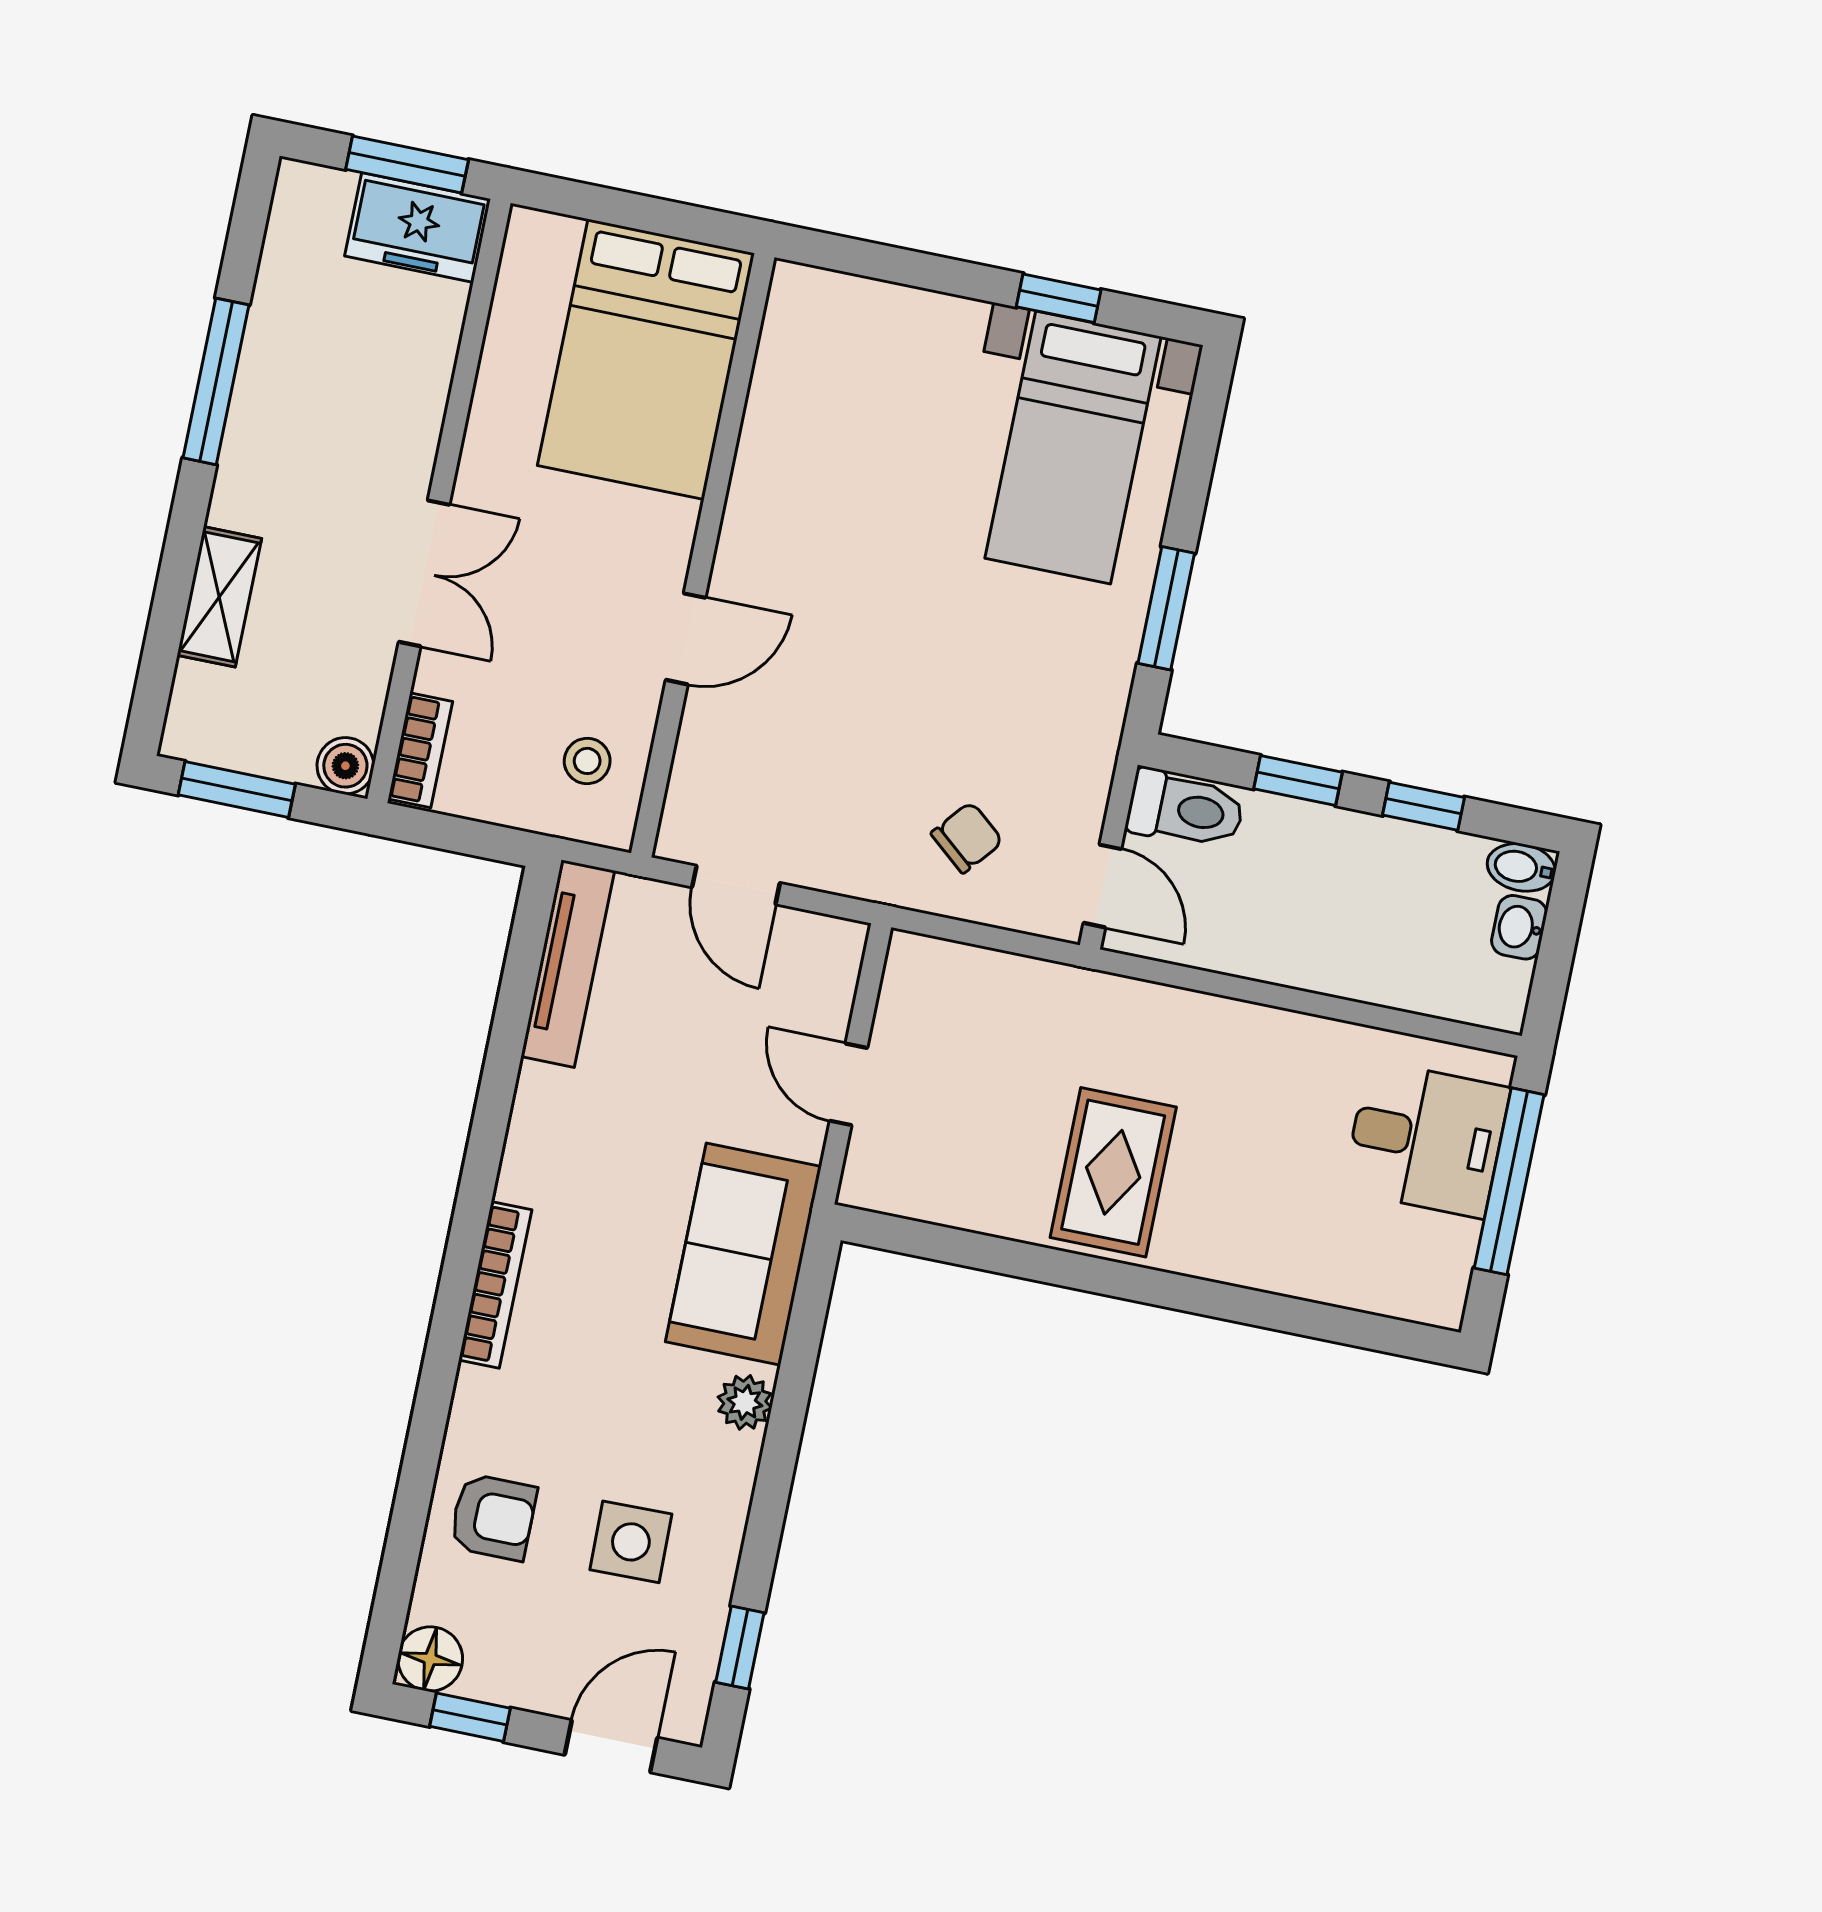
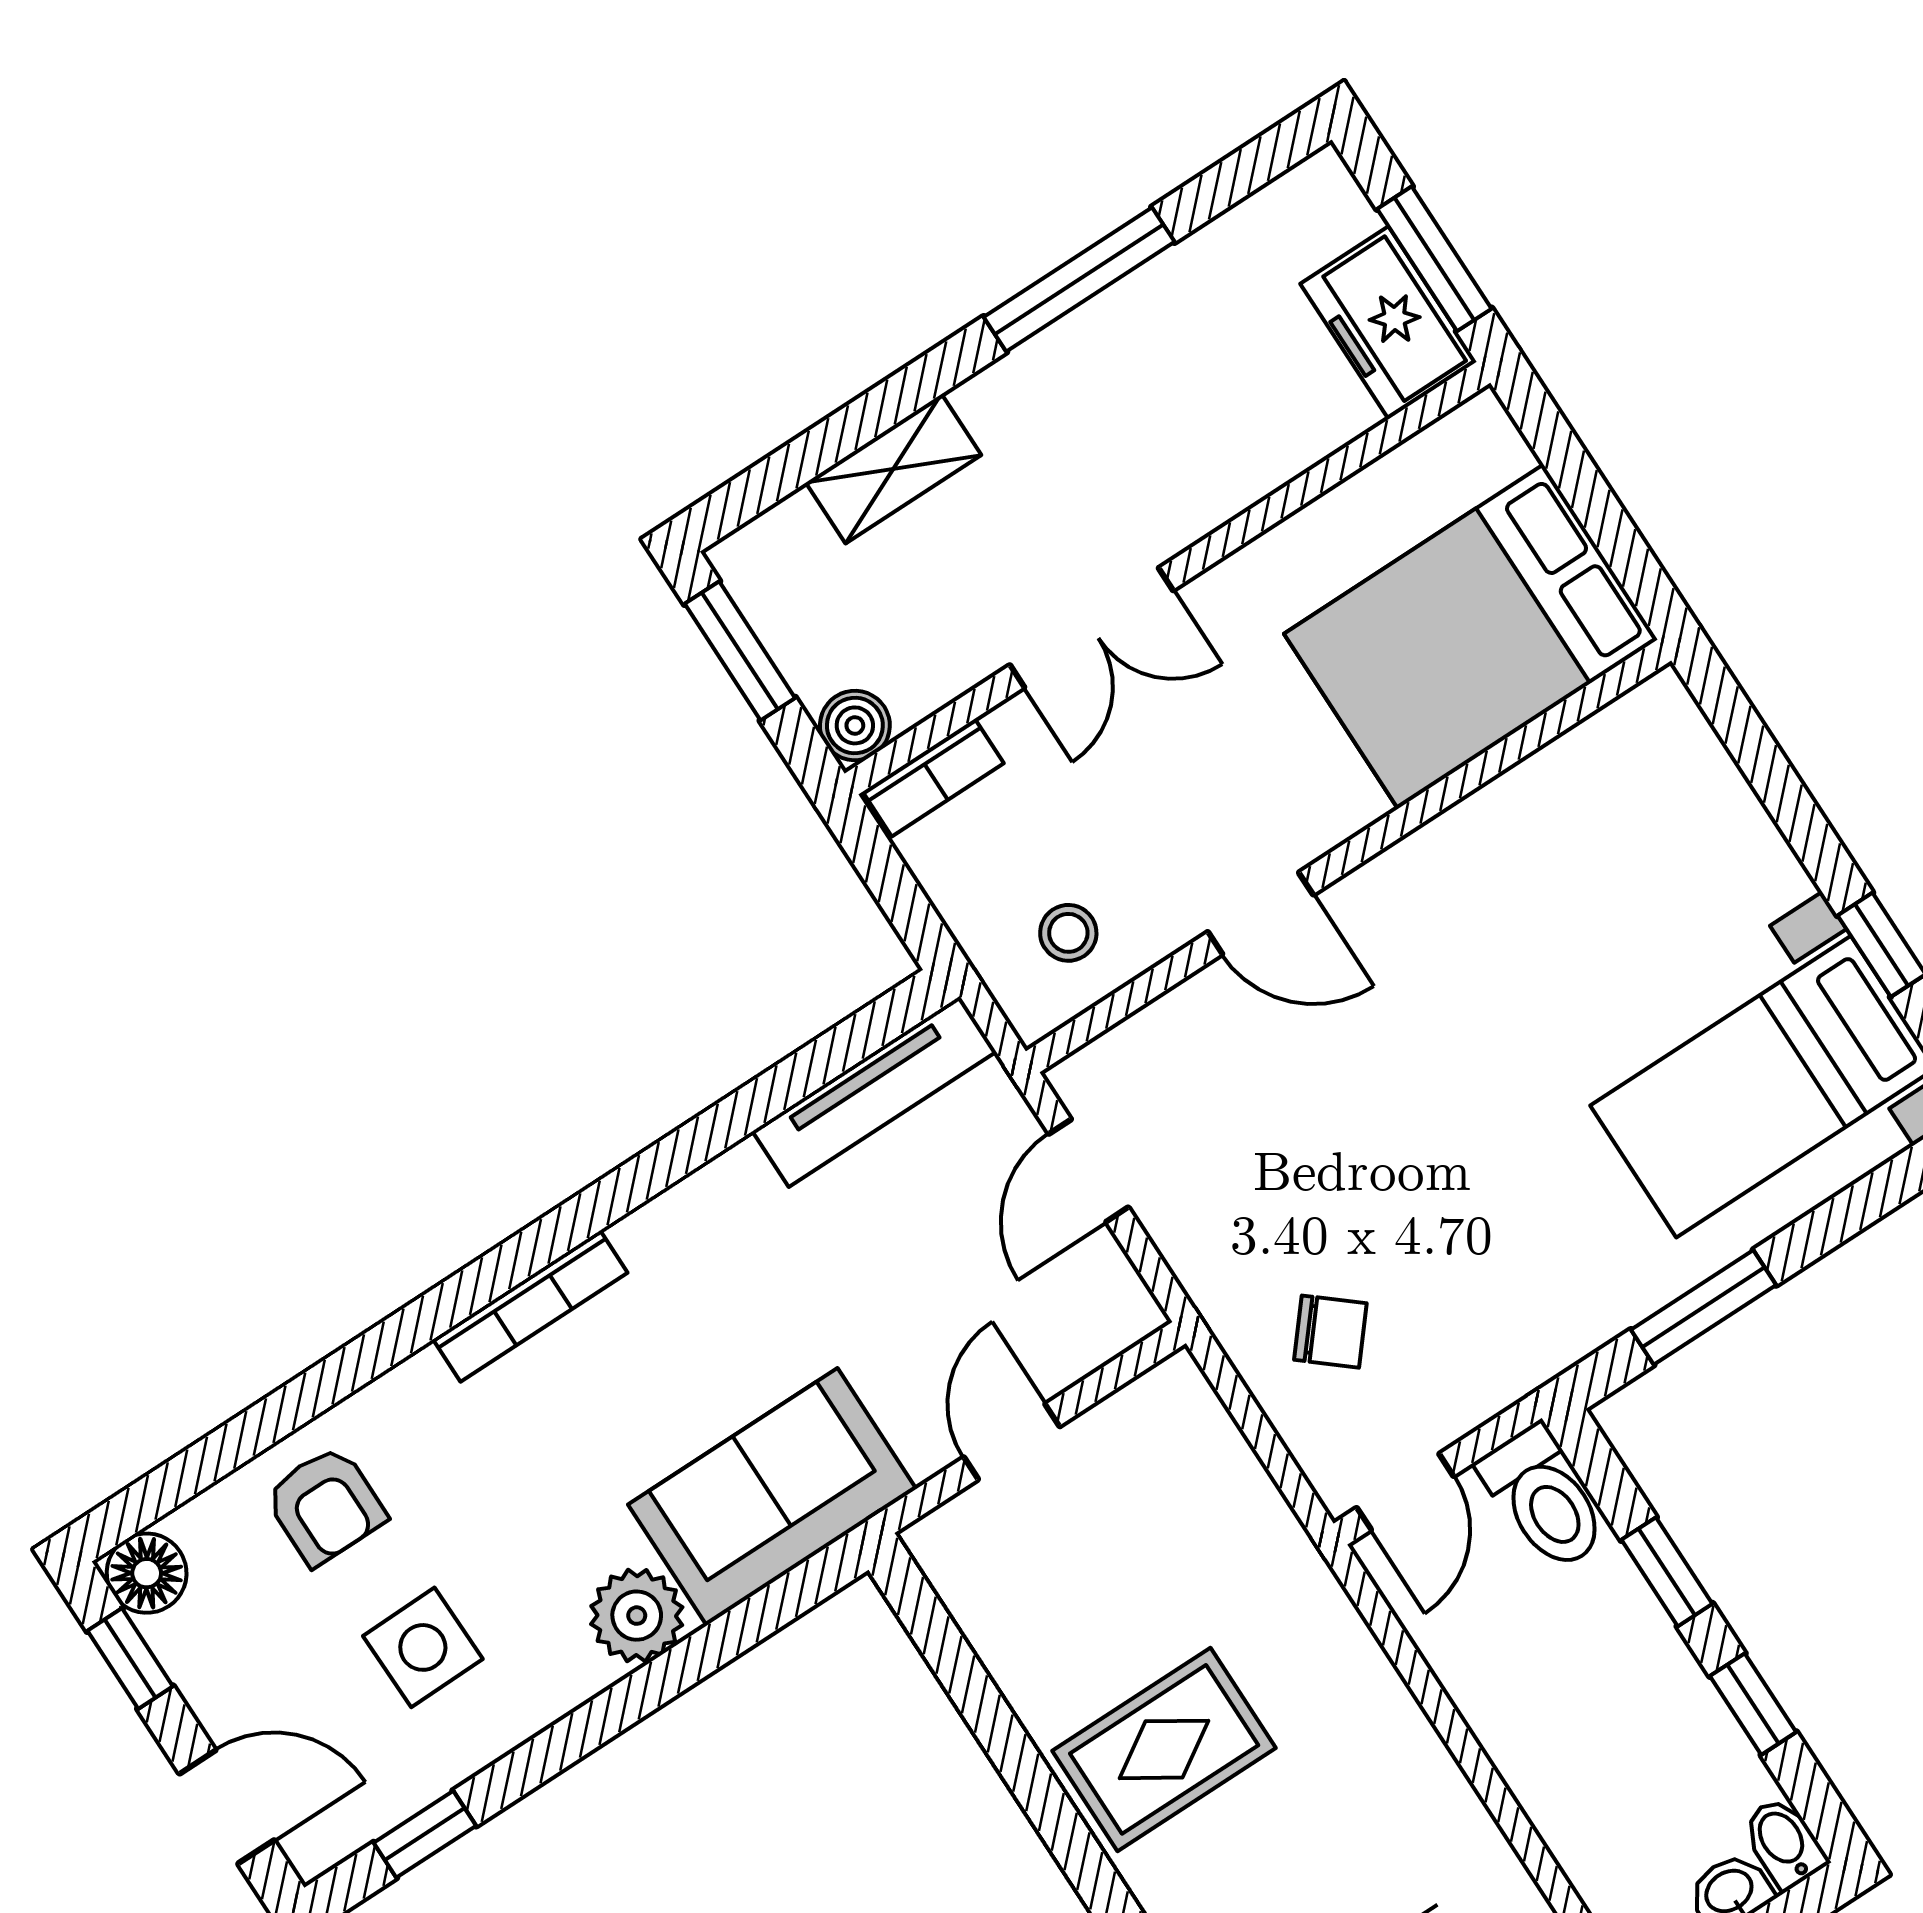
plant: (745, 1402) -> (637, 1616), width x1.38, depth x1.38

